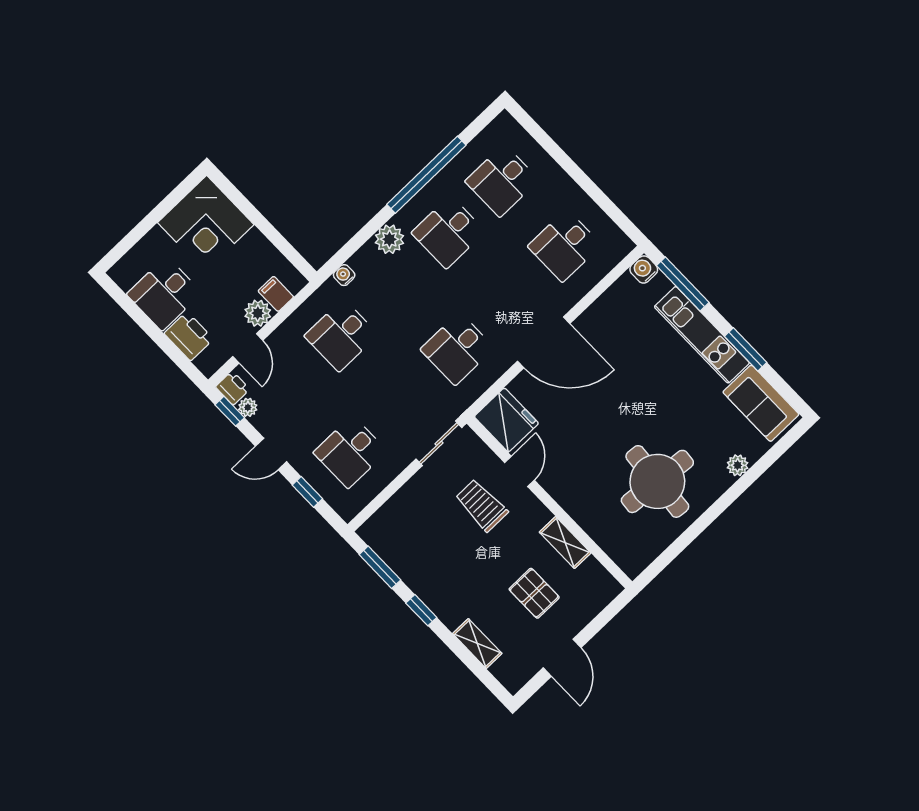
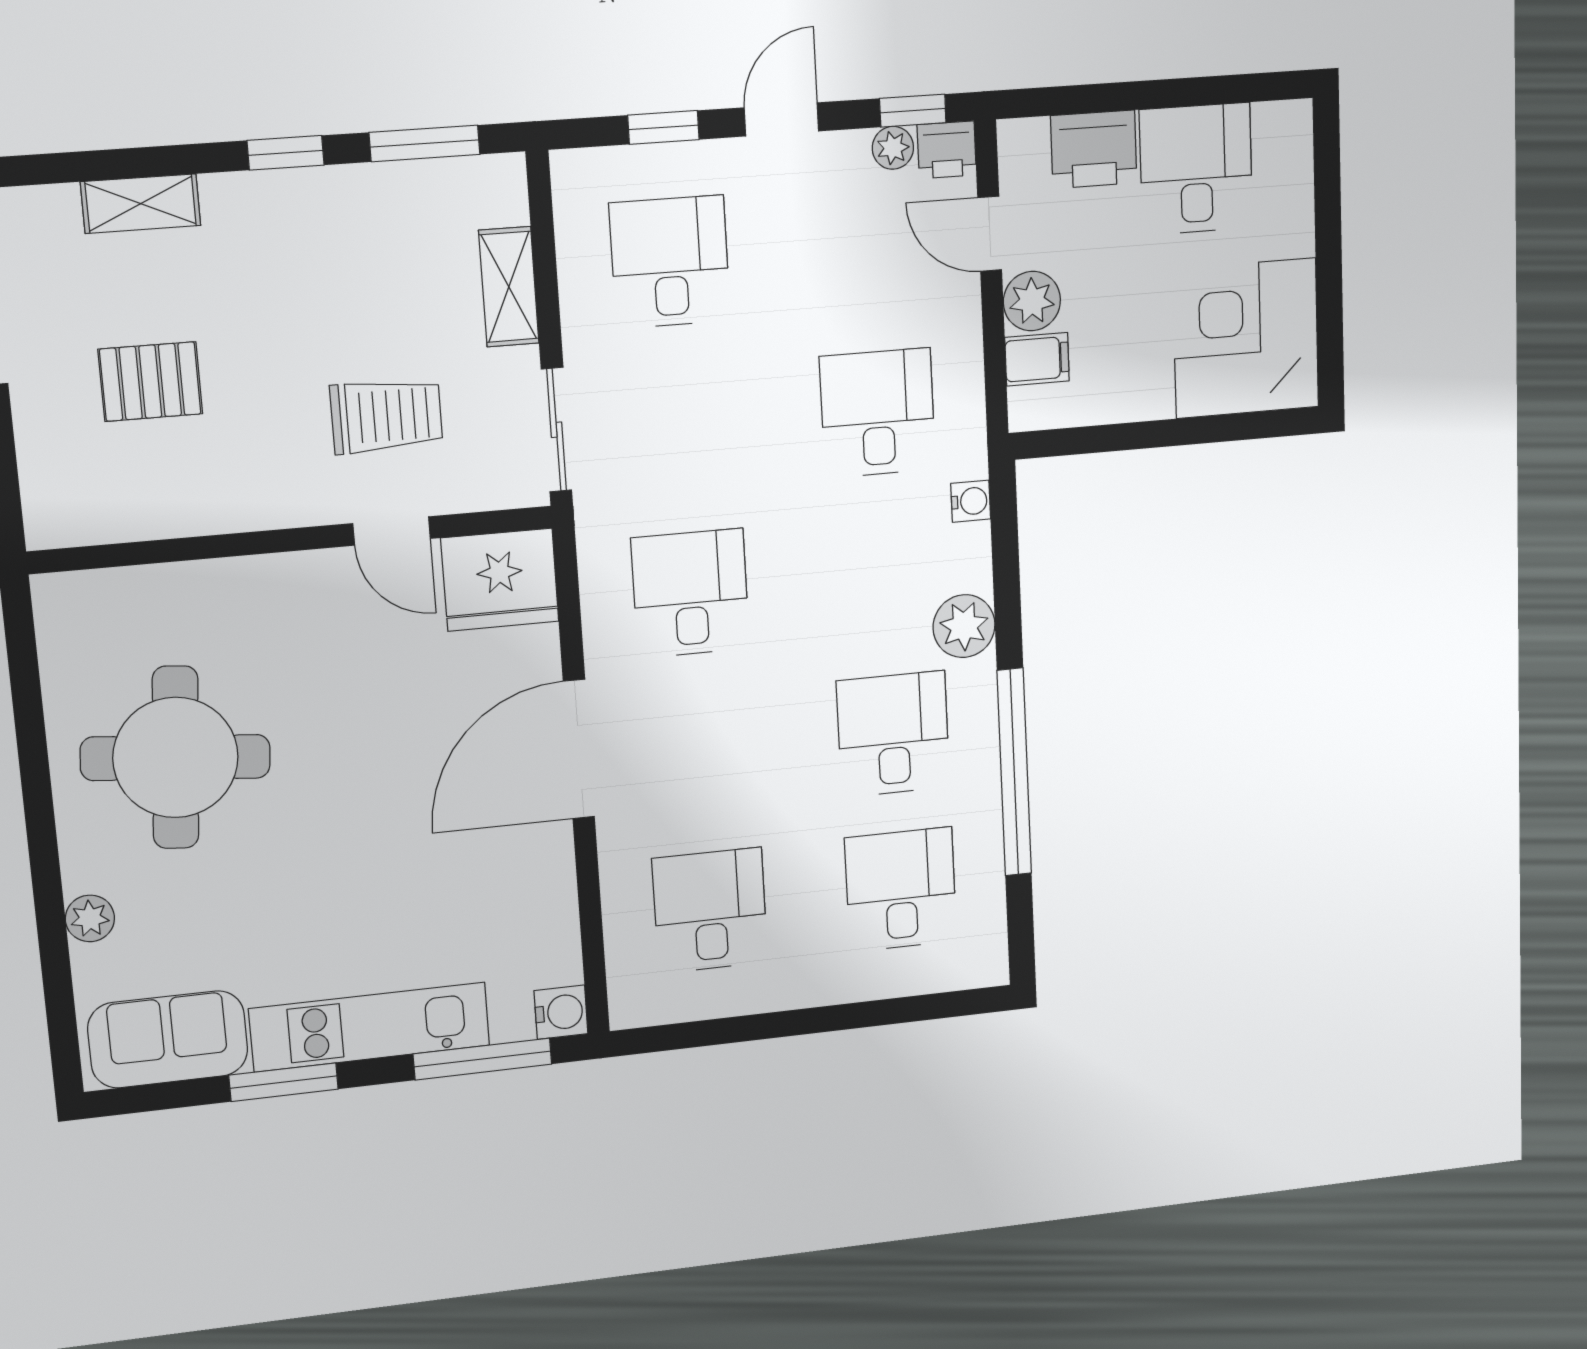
shelving: (565, 542) -> (509, 287), moved, turned 90

